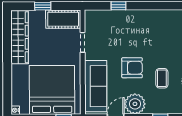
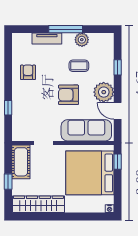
armchair: (155, 26) -> (28, 72), added
armchair: (132, 68) -> (69, 95), turned -90

